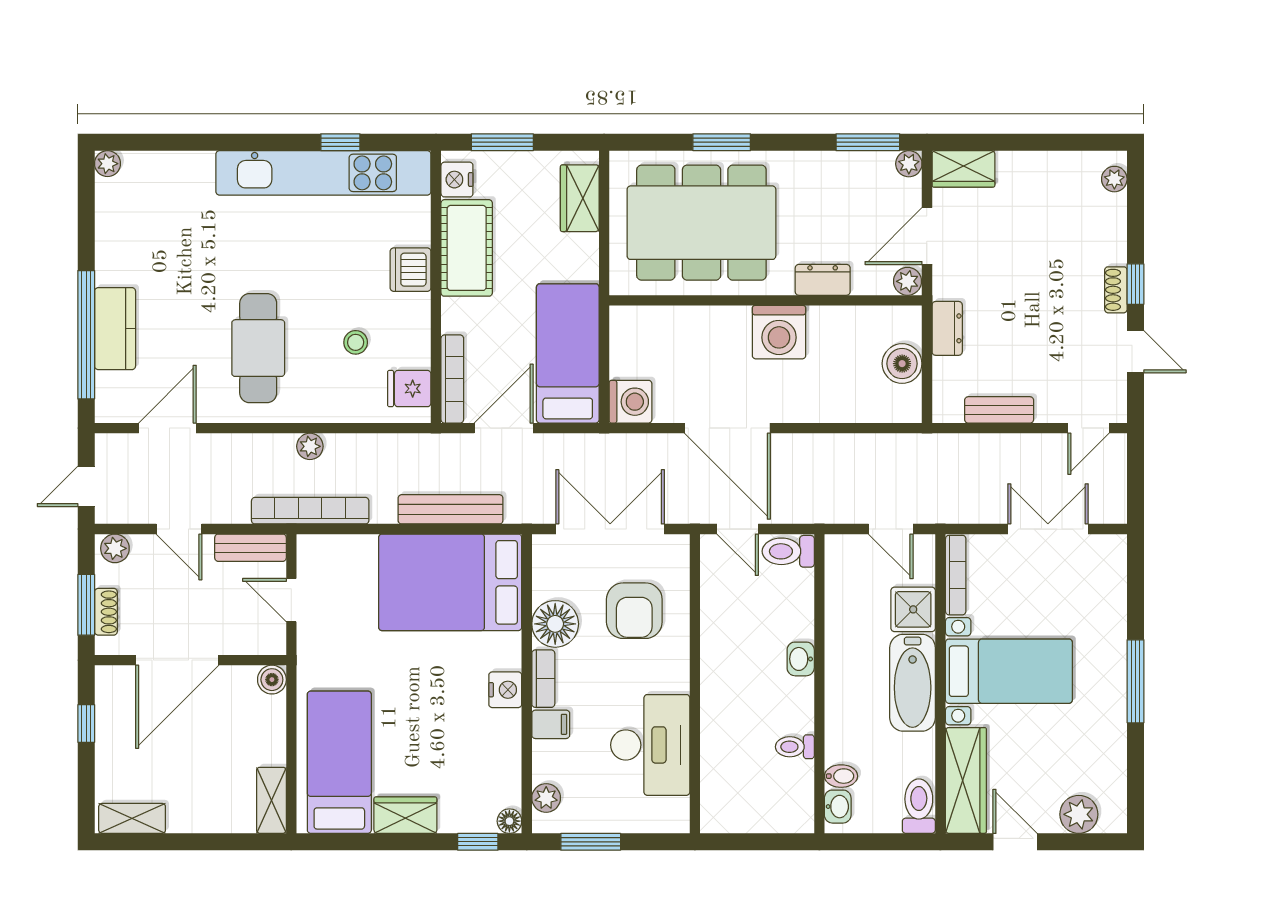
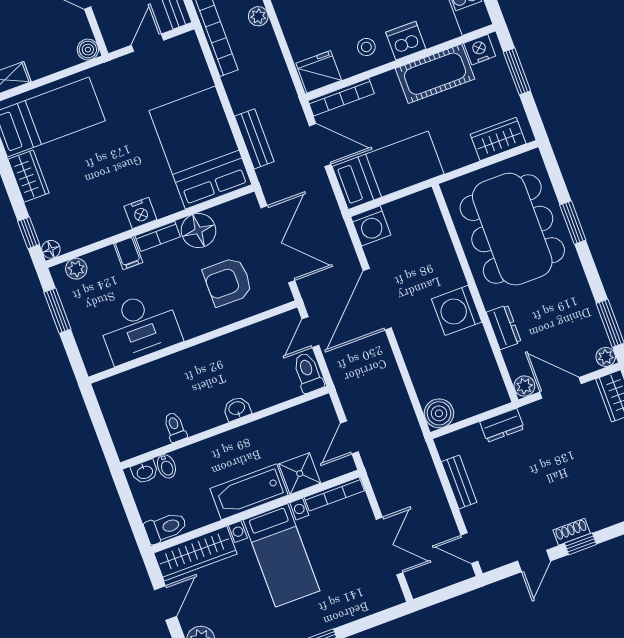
stool: (356, 342) -> (366, 47), moved
boiler: (902, 364) -> (439, 413), moved
fridge: (409, 389) -> (319, 72), width x1.38
bench: (451, 509) -> (254, 139), width x0.73

